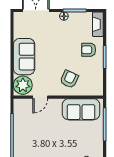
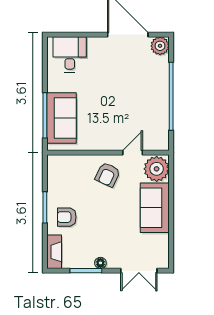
armchair: (89, 50) -> (67, 217), turned 180
armchair: (69, 79) -> (108, 175), moved
sofa: (81, 109) -> (62, 118), moved, turned 90

